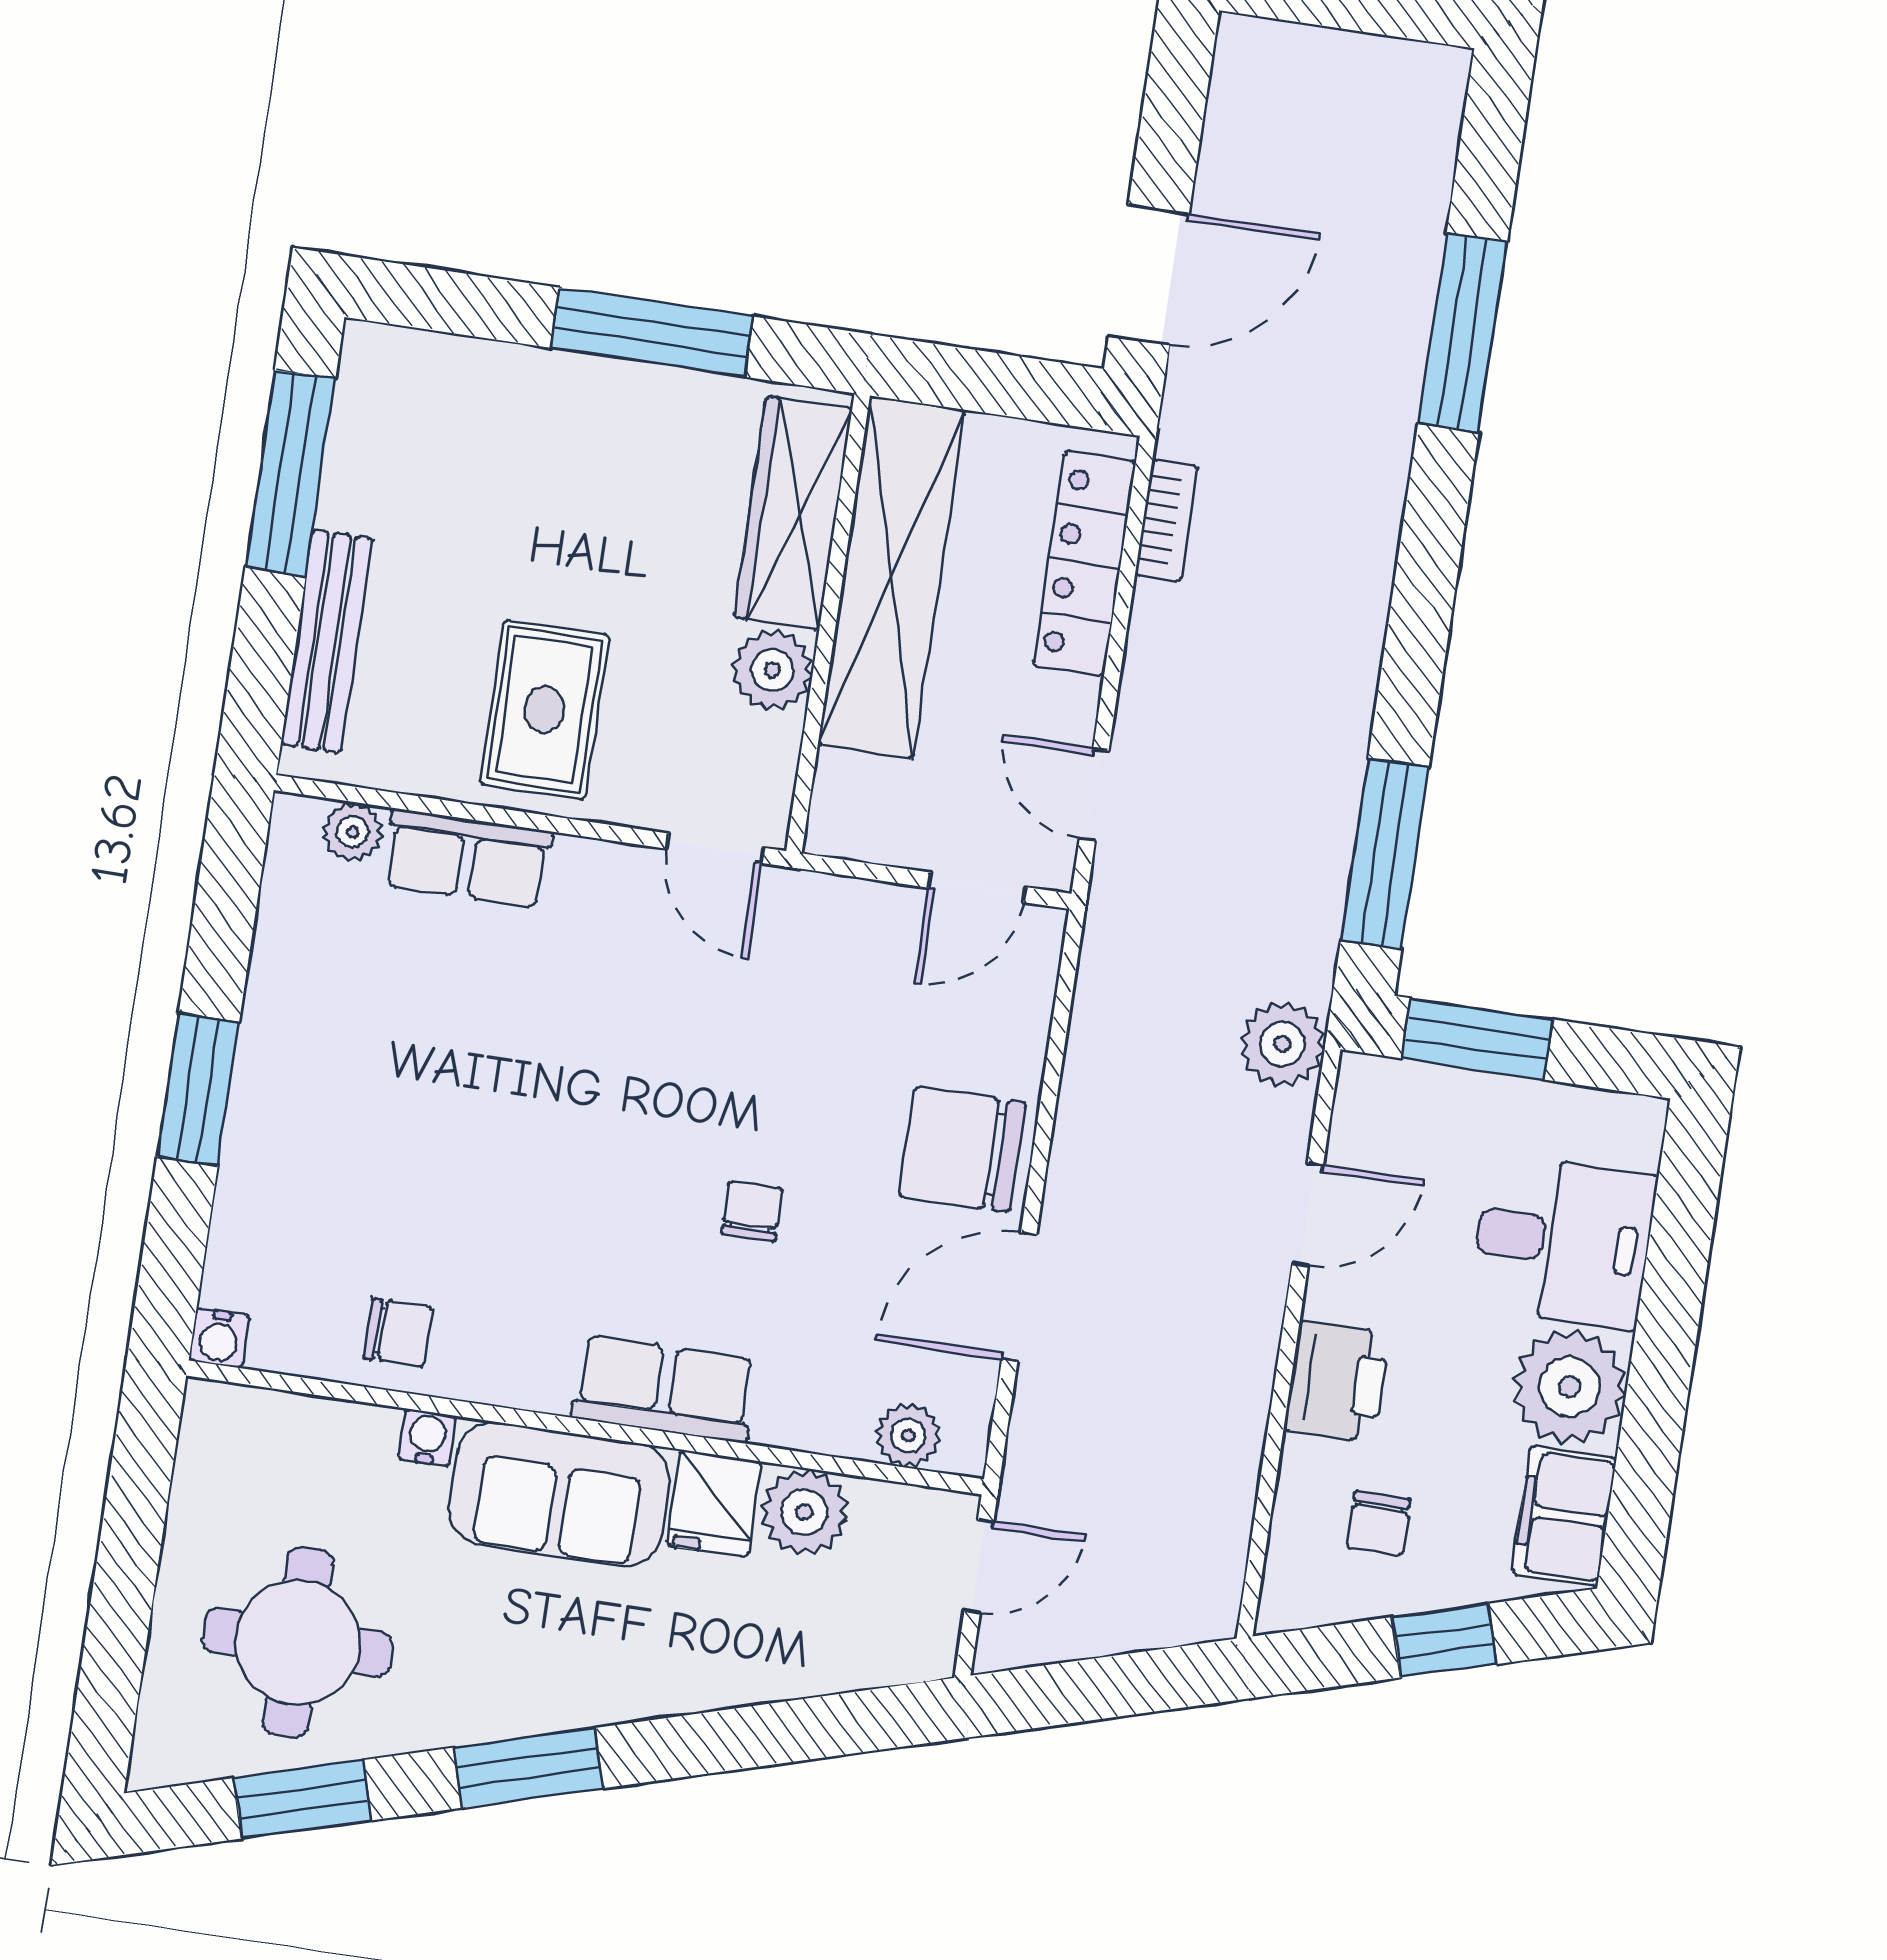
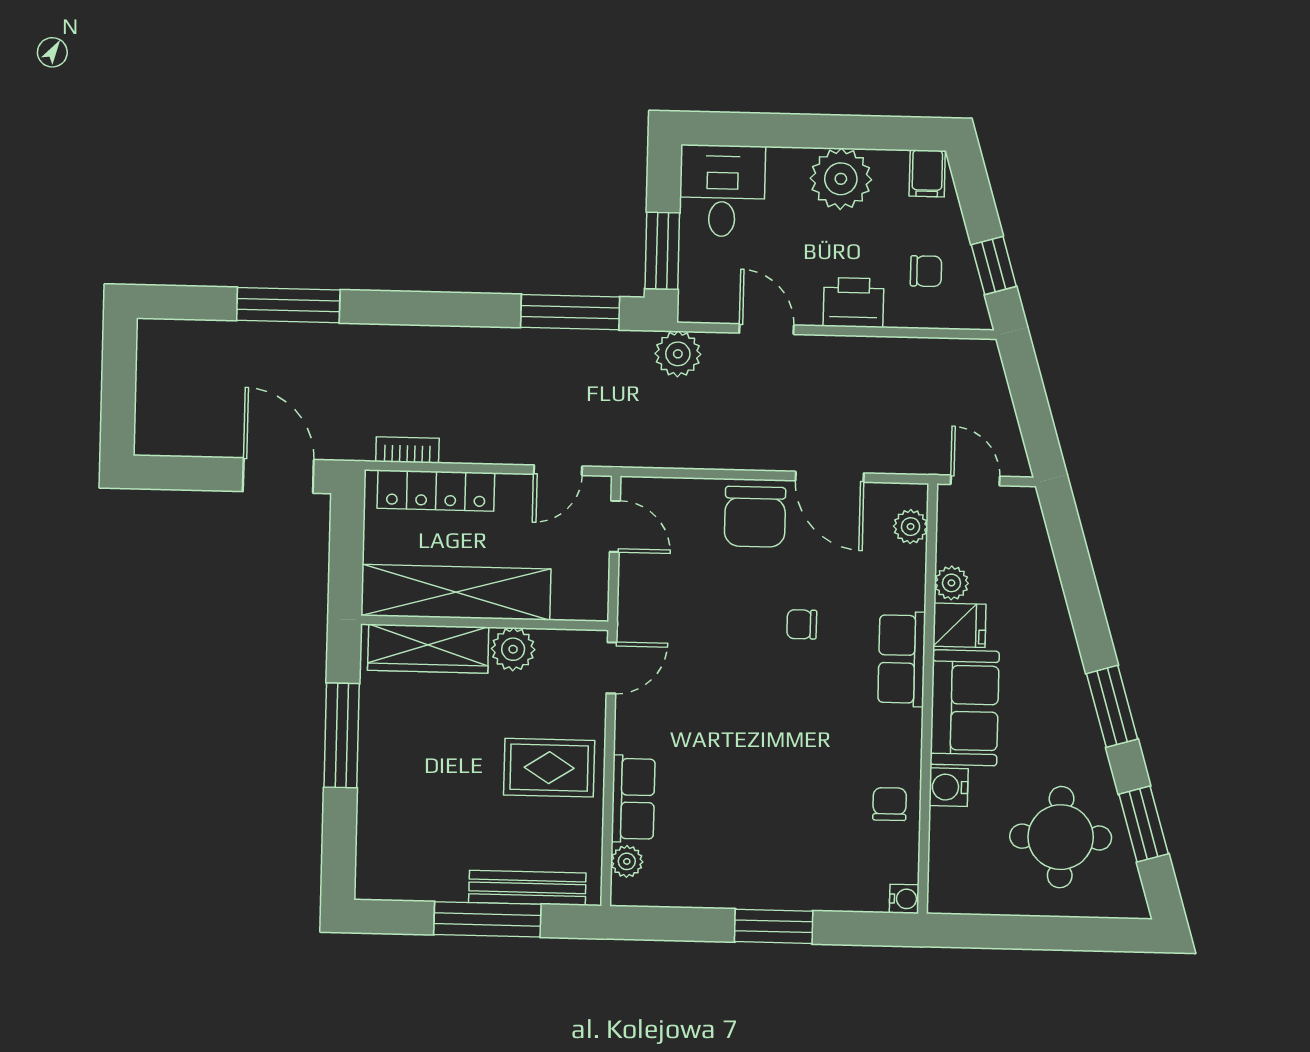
window: (290, 473) -> (487, 919), moved
desk: (1563, 1242) -> (722, 191), moved
water cooler: (427, 1438) -> (949, 787), width x1.38, depth x1.38
plant: (804, 1512) -> (951, 583), width x0.73, depth x0.73
filing cabinet: (1564, 1516) -> (927, 173), width x0.50
window: (1444, 1641) -> (994, 265), moved

